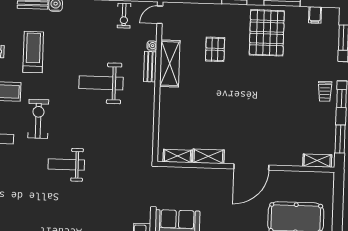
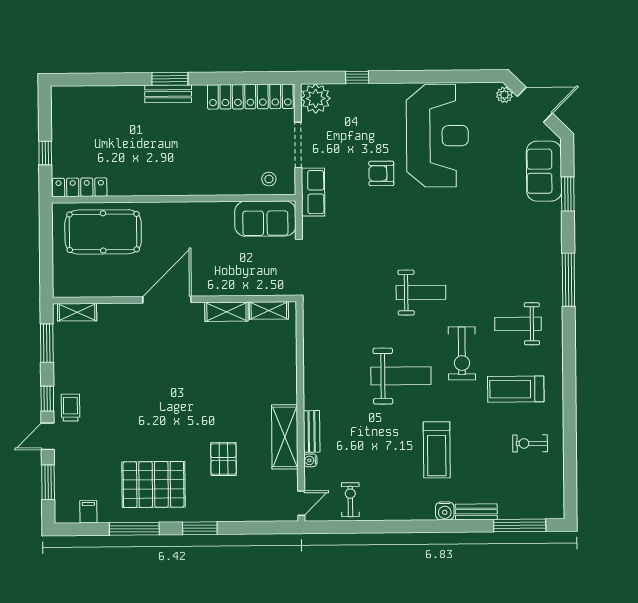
pallet: (267, 33) -> (154, 484), turned 90
treadmill: (33, 52) -> (437, 450), moved
weight bench: (101, 83) -> (401, 376), moved

